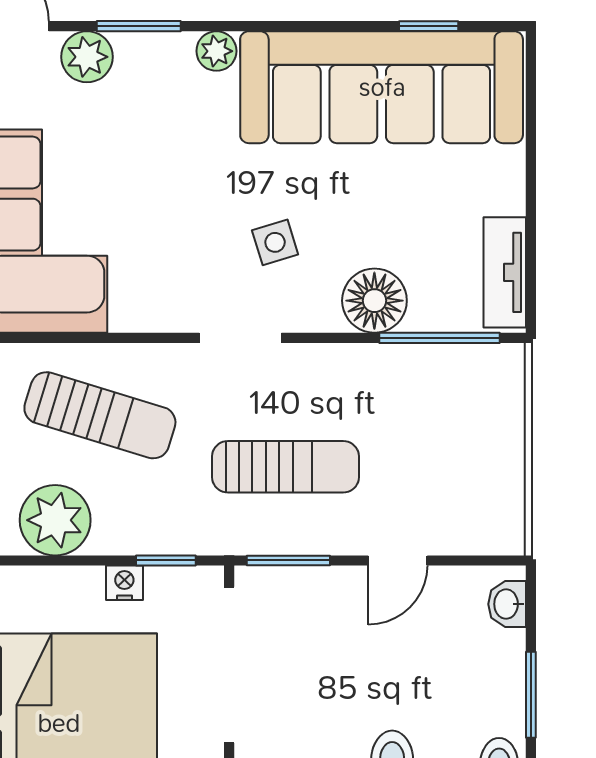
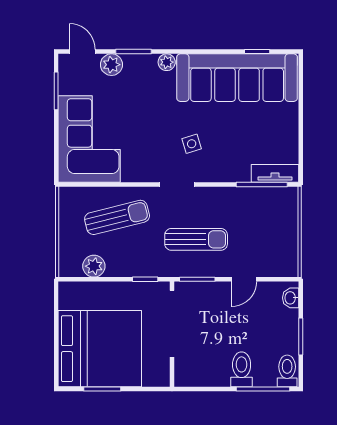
tv unit: (505, 272) -> (275, 173), moved, turned 90
floor lamp: (374, 301) -> (234, 169), removed
sun lounger: (100, 415) -> (117, 217), turned -31
plant: (55, 520) -> (94, 266), width x0.73, depth x0.73
nightstand: (124, 583) -> (127, 289), removed

